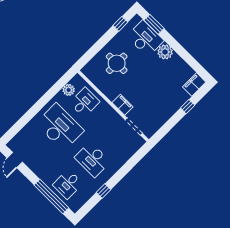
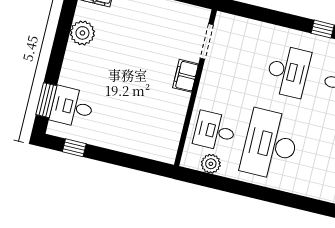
desk: (145, 38) -> (72, 107), width x0.73
plant: (165, 52) -> (82, 33), moved
round table: (117, 63) -> (133, 119), removed

